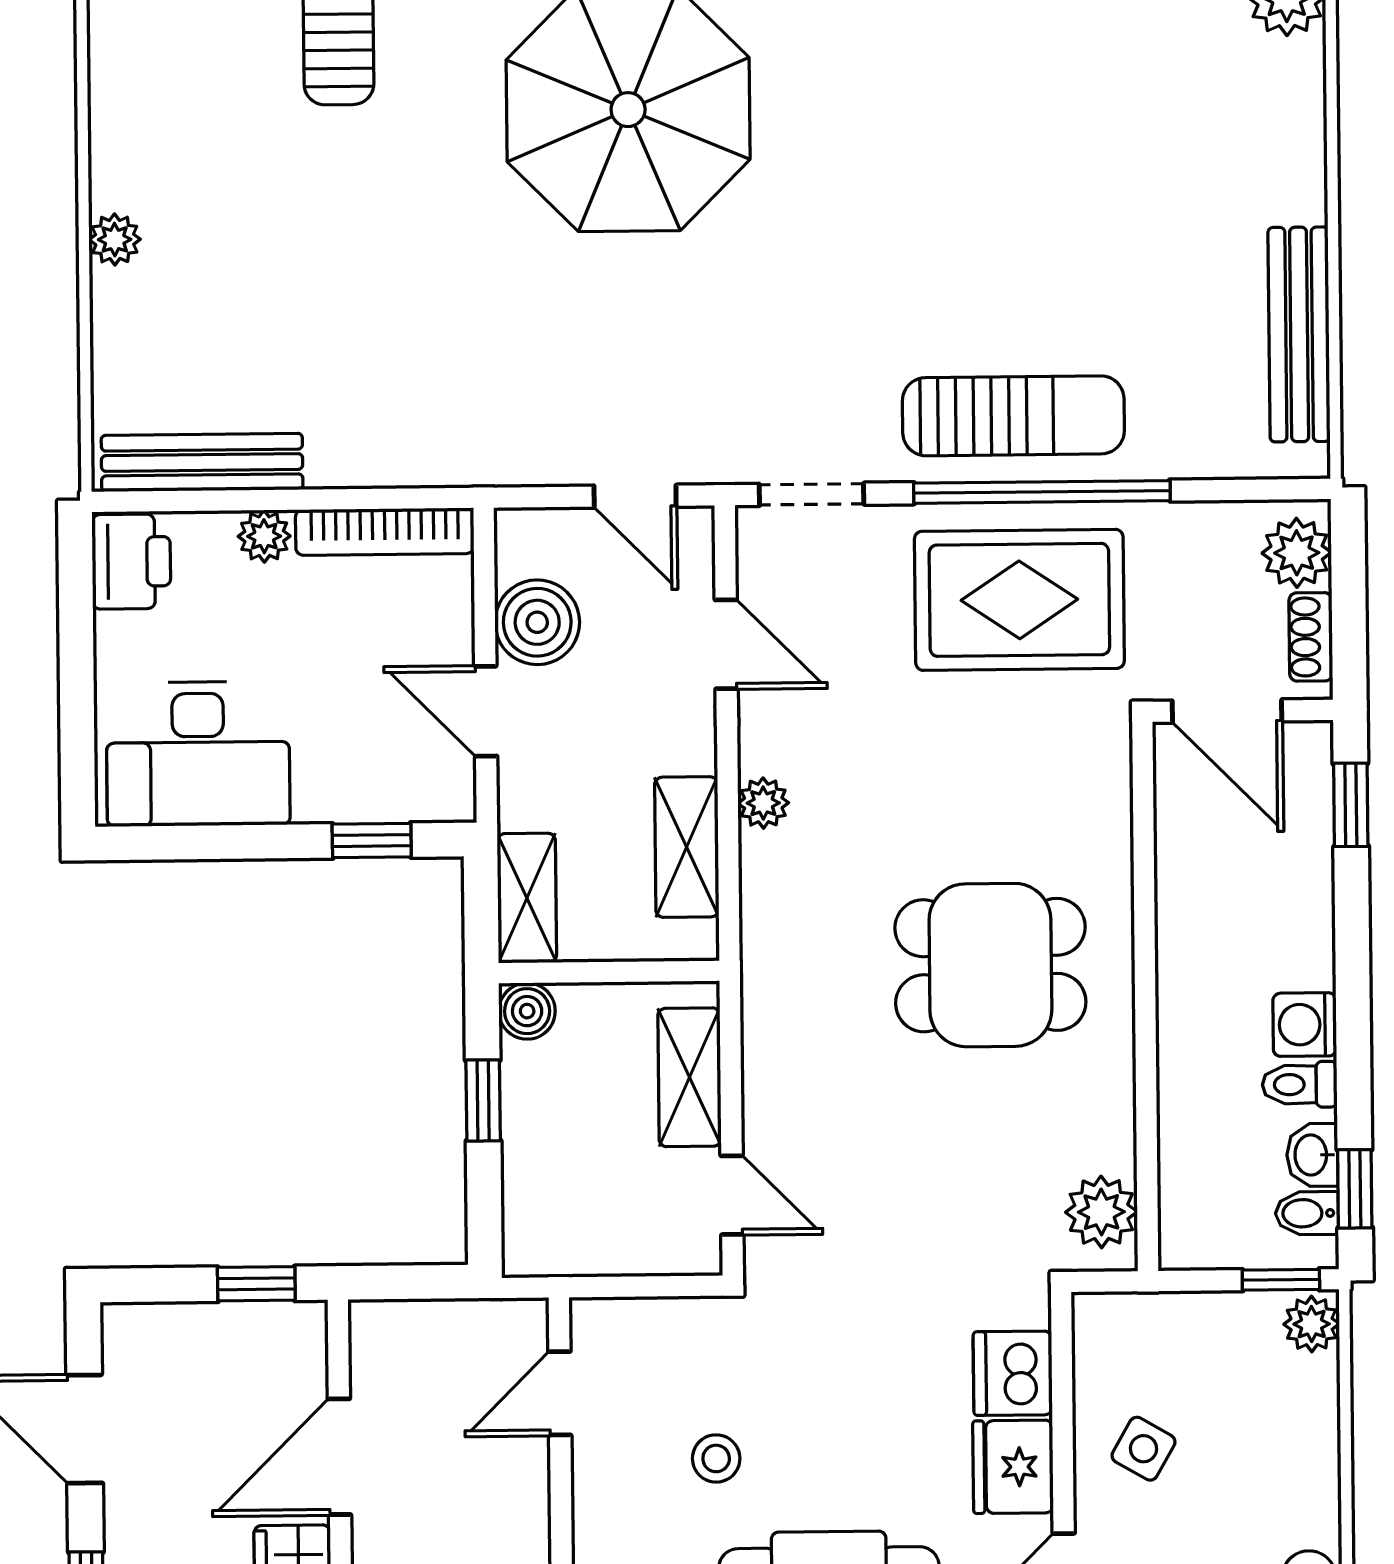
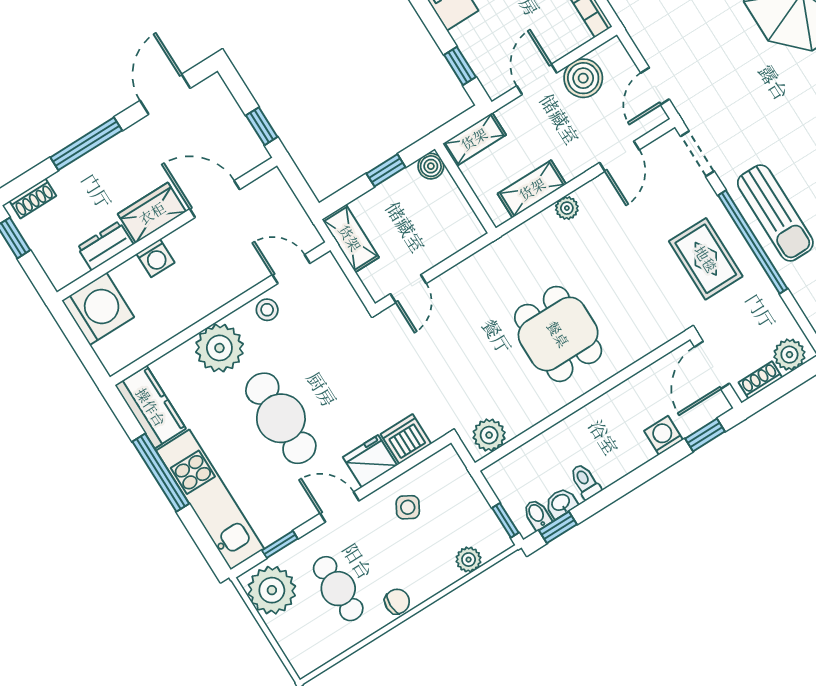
rug: (1019, 600) -> (706, 259), width x0.73, depth x0.70
washing machine: (1305, 1025) -> (664, 435), moved
shelving: (690, 1077) -> (350, 238), moved, turned 90
plant: (1312, 1324) -> (469, 560), moved
stool: (716, 1458) -> (267, 310), moved

